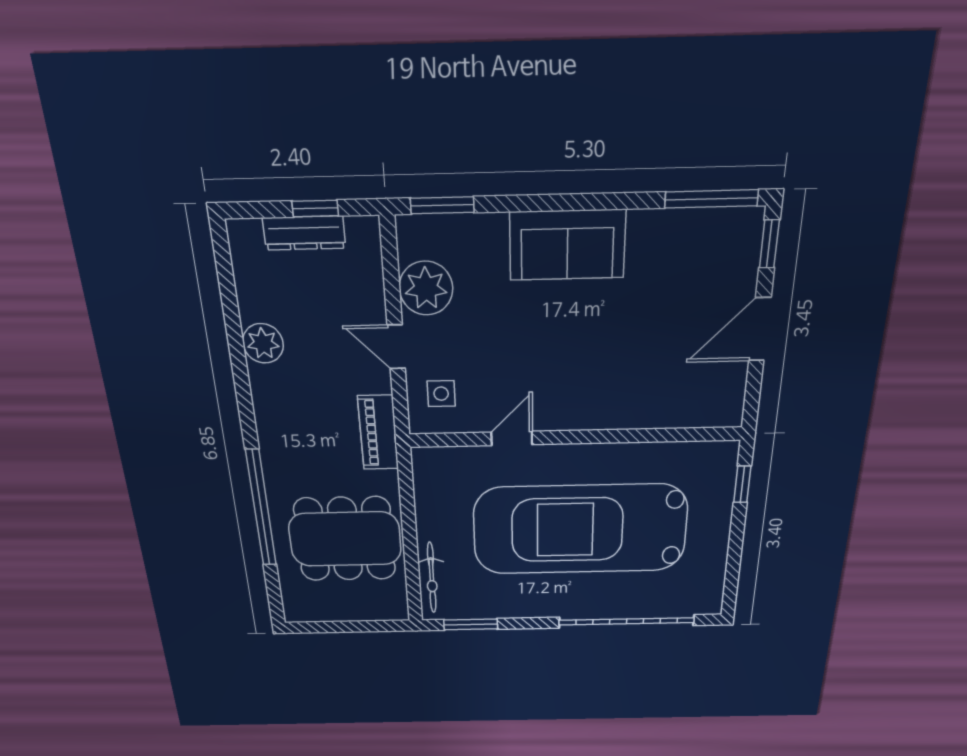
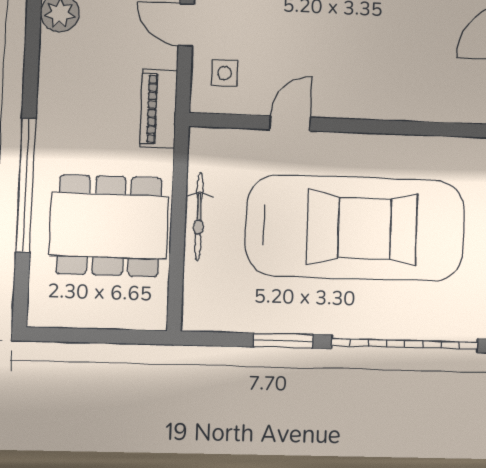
car: (580, 530) -> (356, 228), turned 180
bicycle: (432, 578) -> (199, 216), moved
window: (471, 624) -> (283, 341), moved

